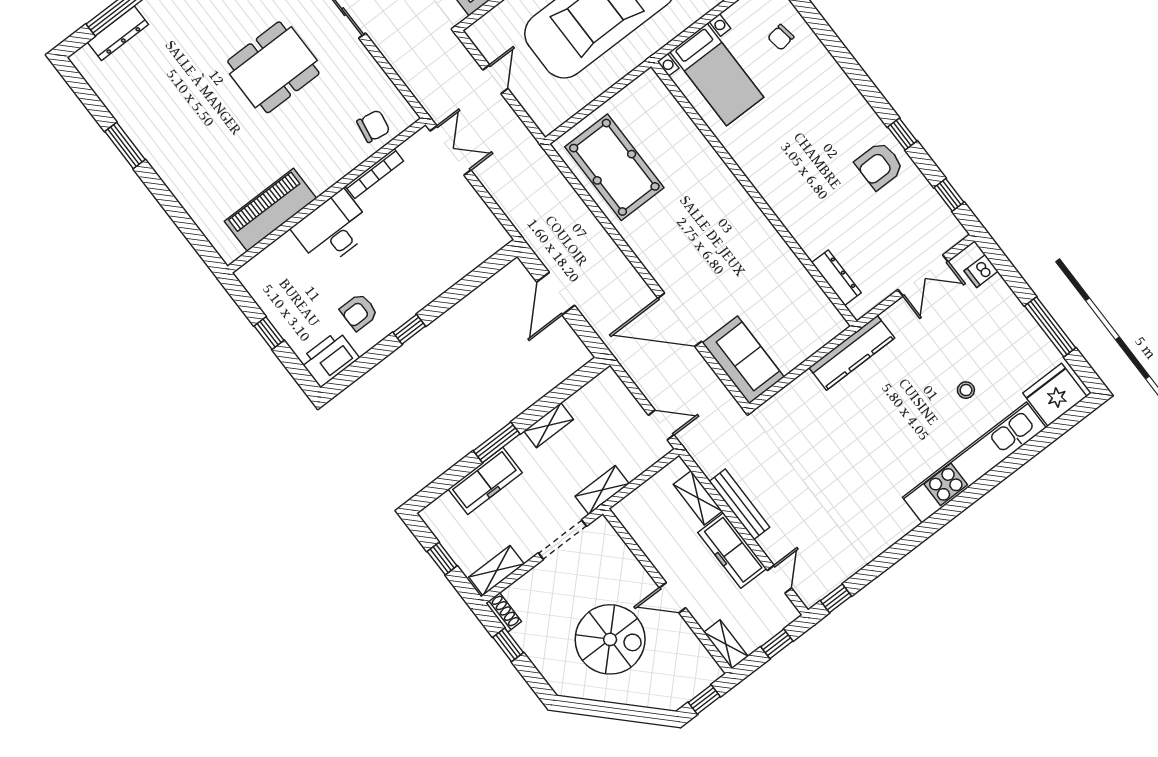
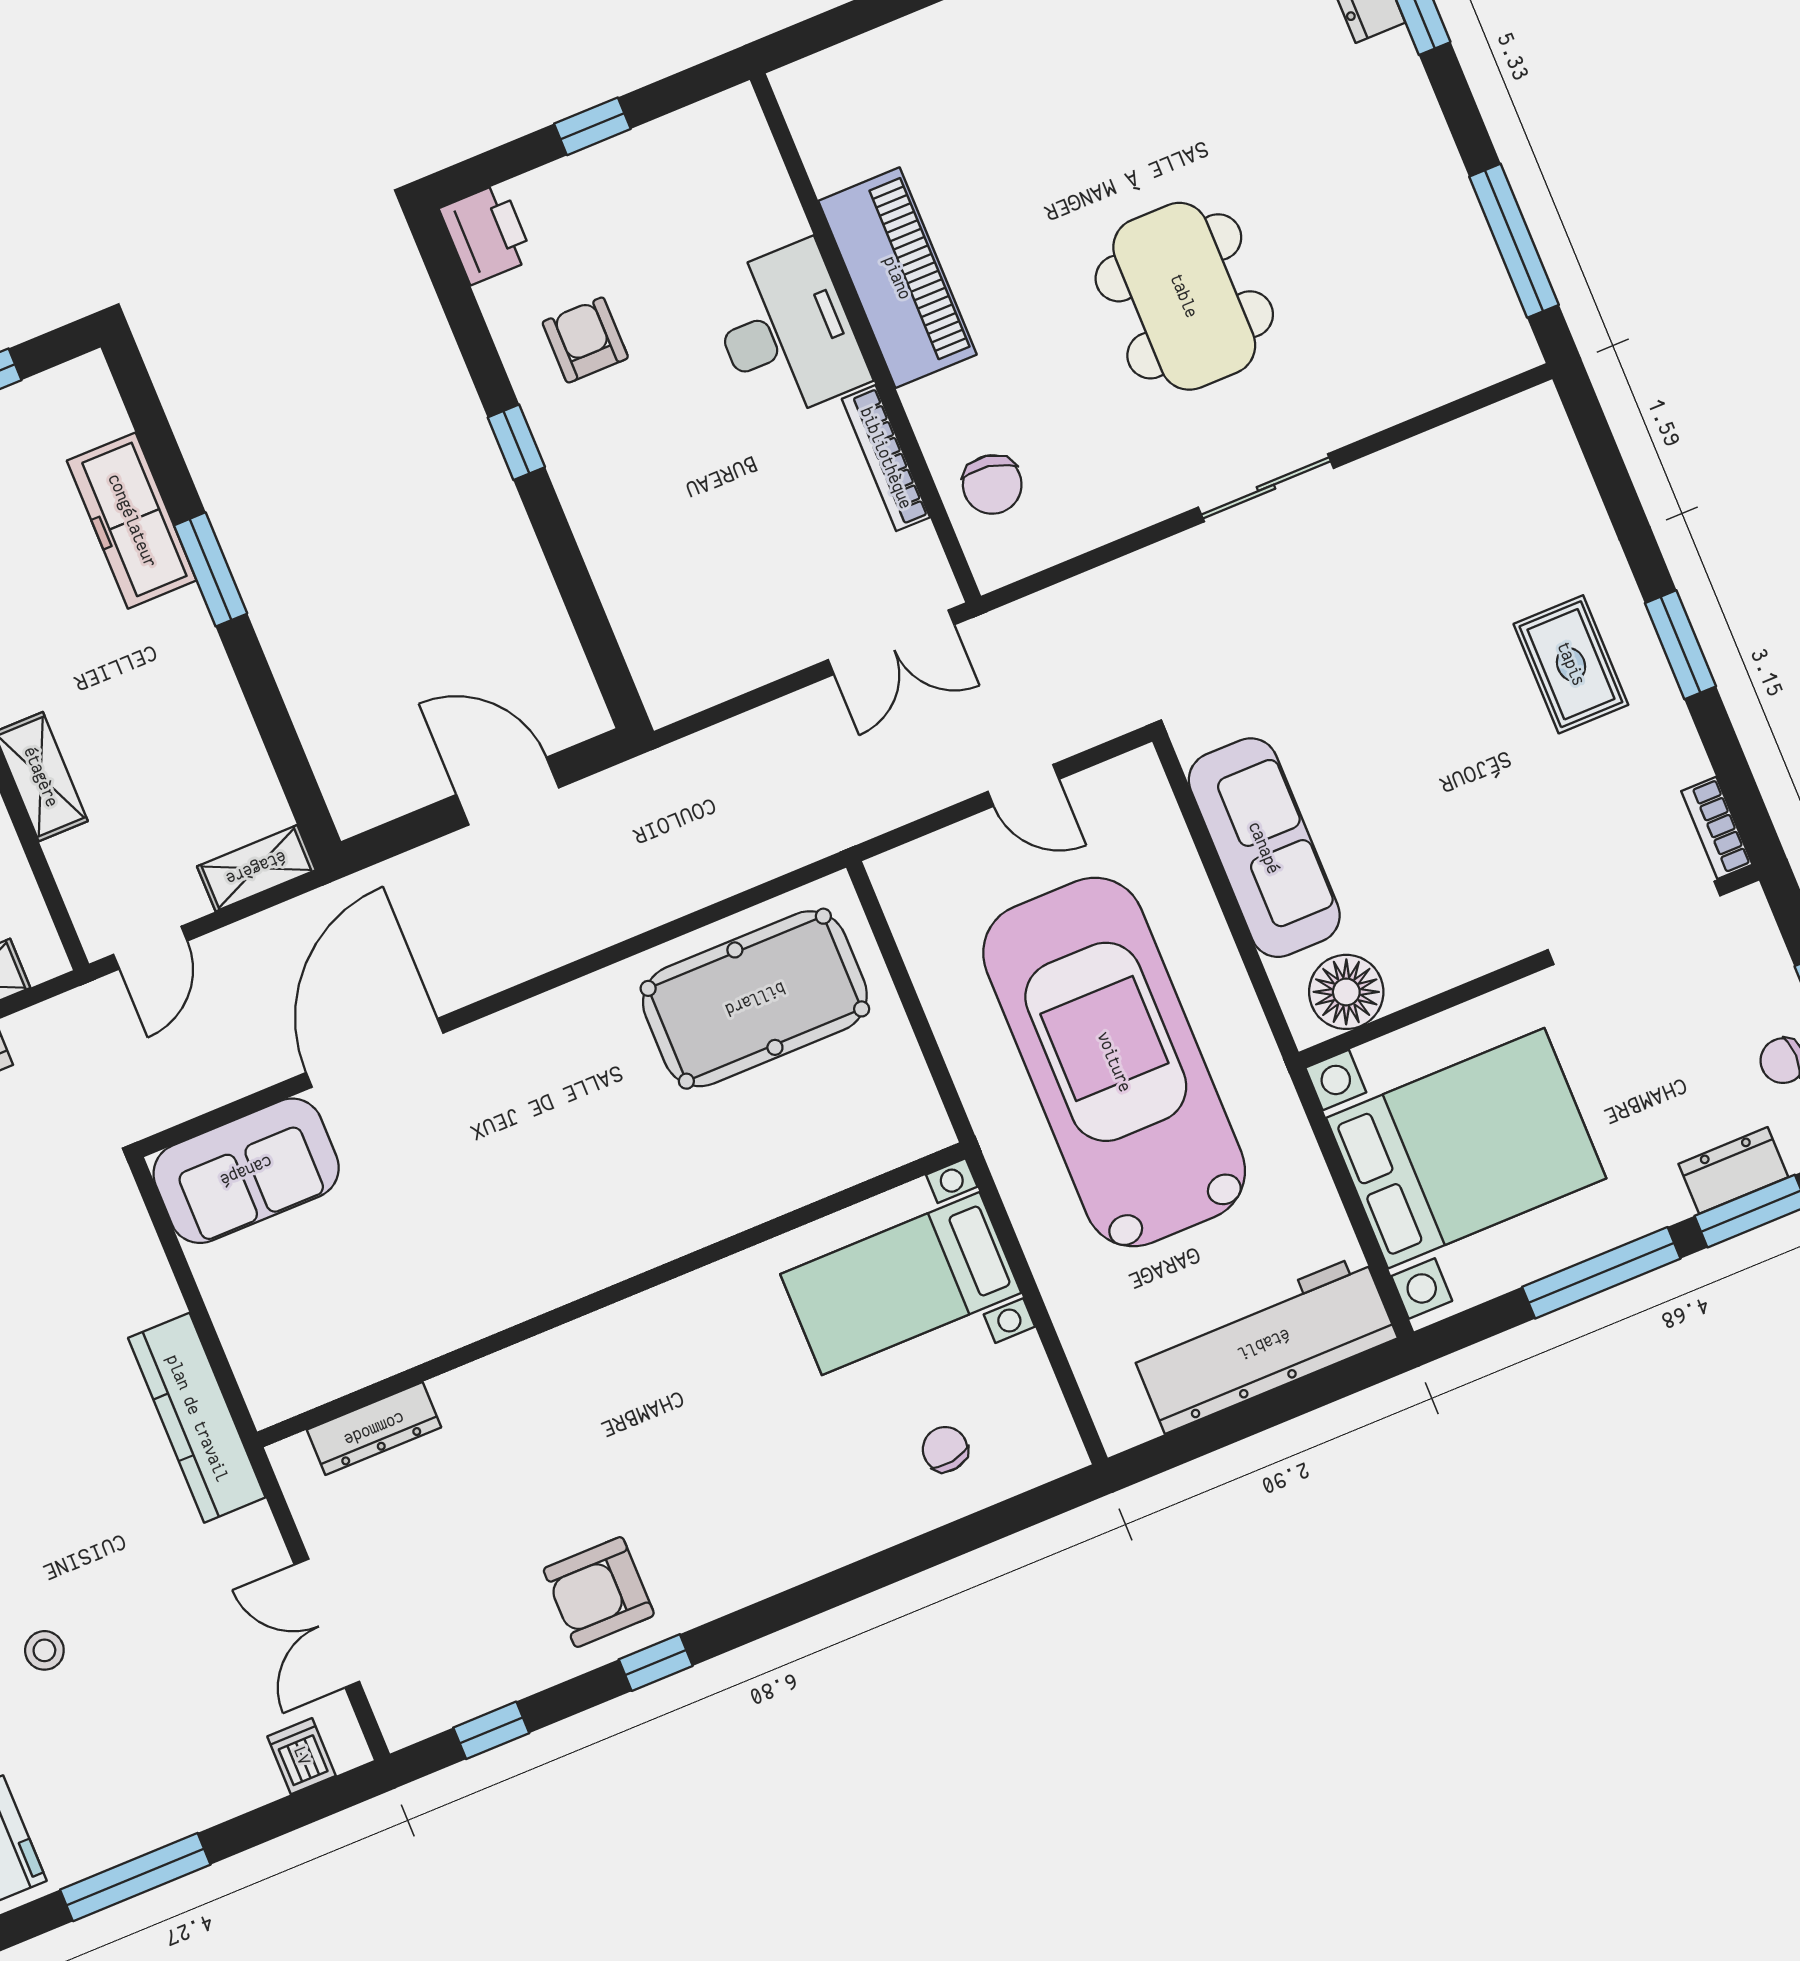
armchair: (879, 166) -> (599, 1592), turned -90
piano: (270, 210) -> (897, 278), moved
printer: (329, 359) -> (486, 234), width x0.73, depth x0.84
shelving: (549, 425) -> (256, 868), moved, turned 90

